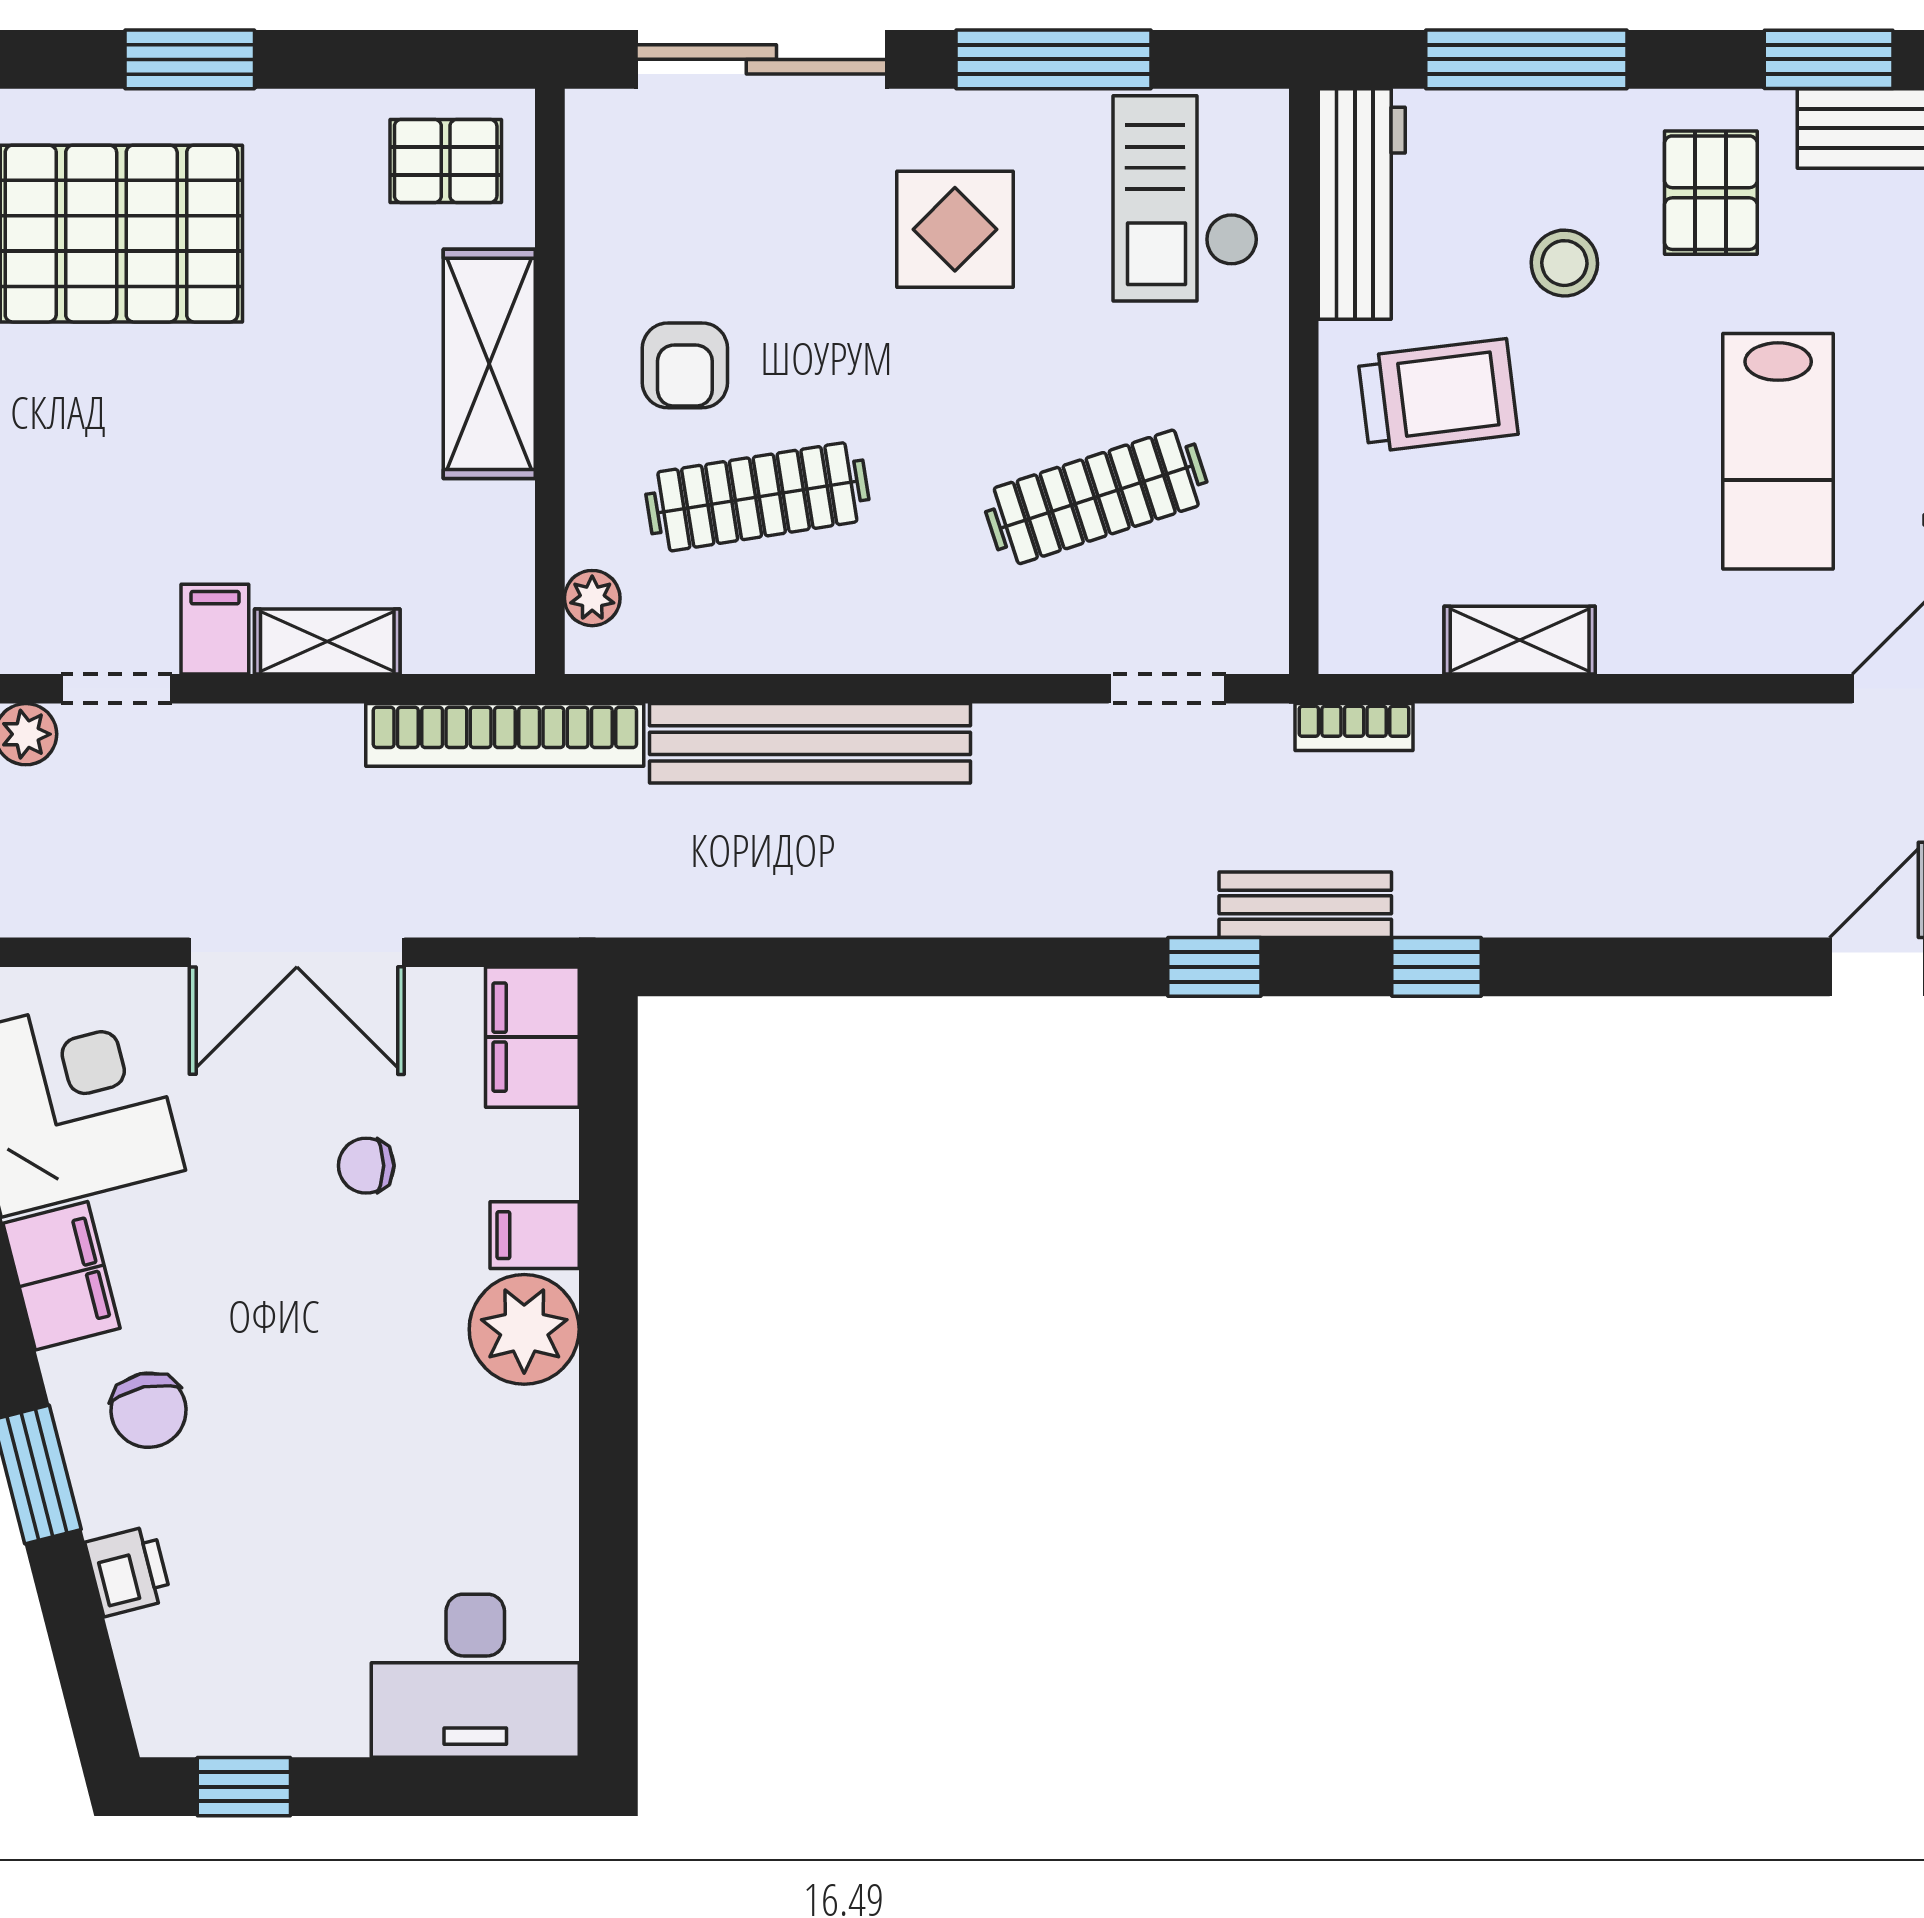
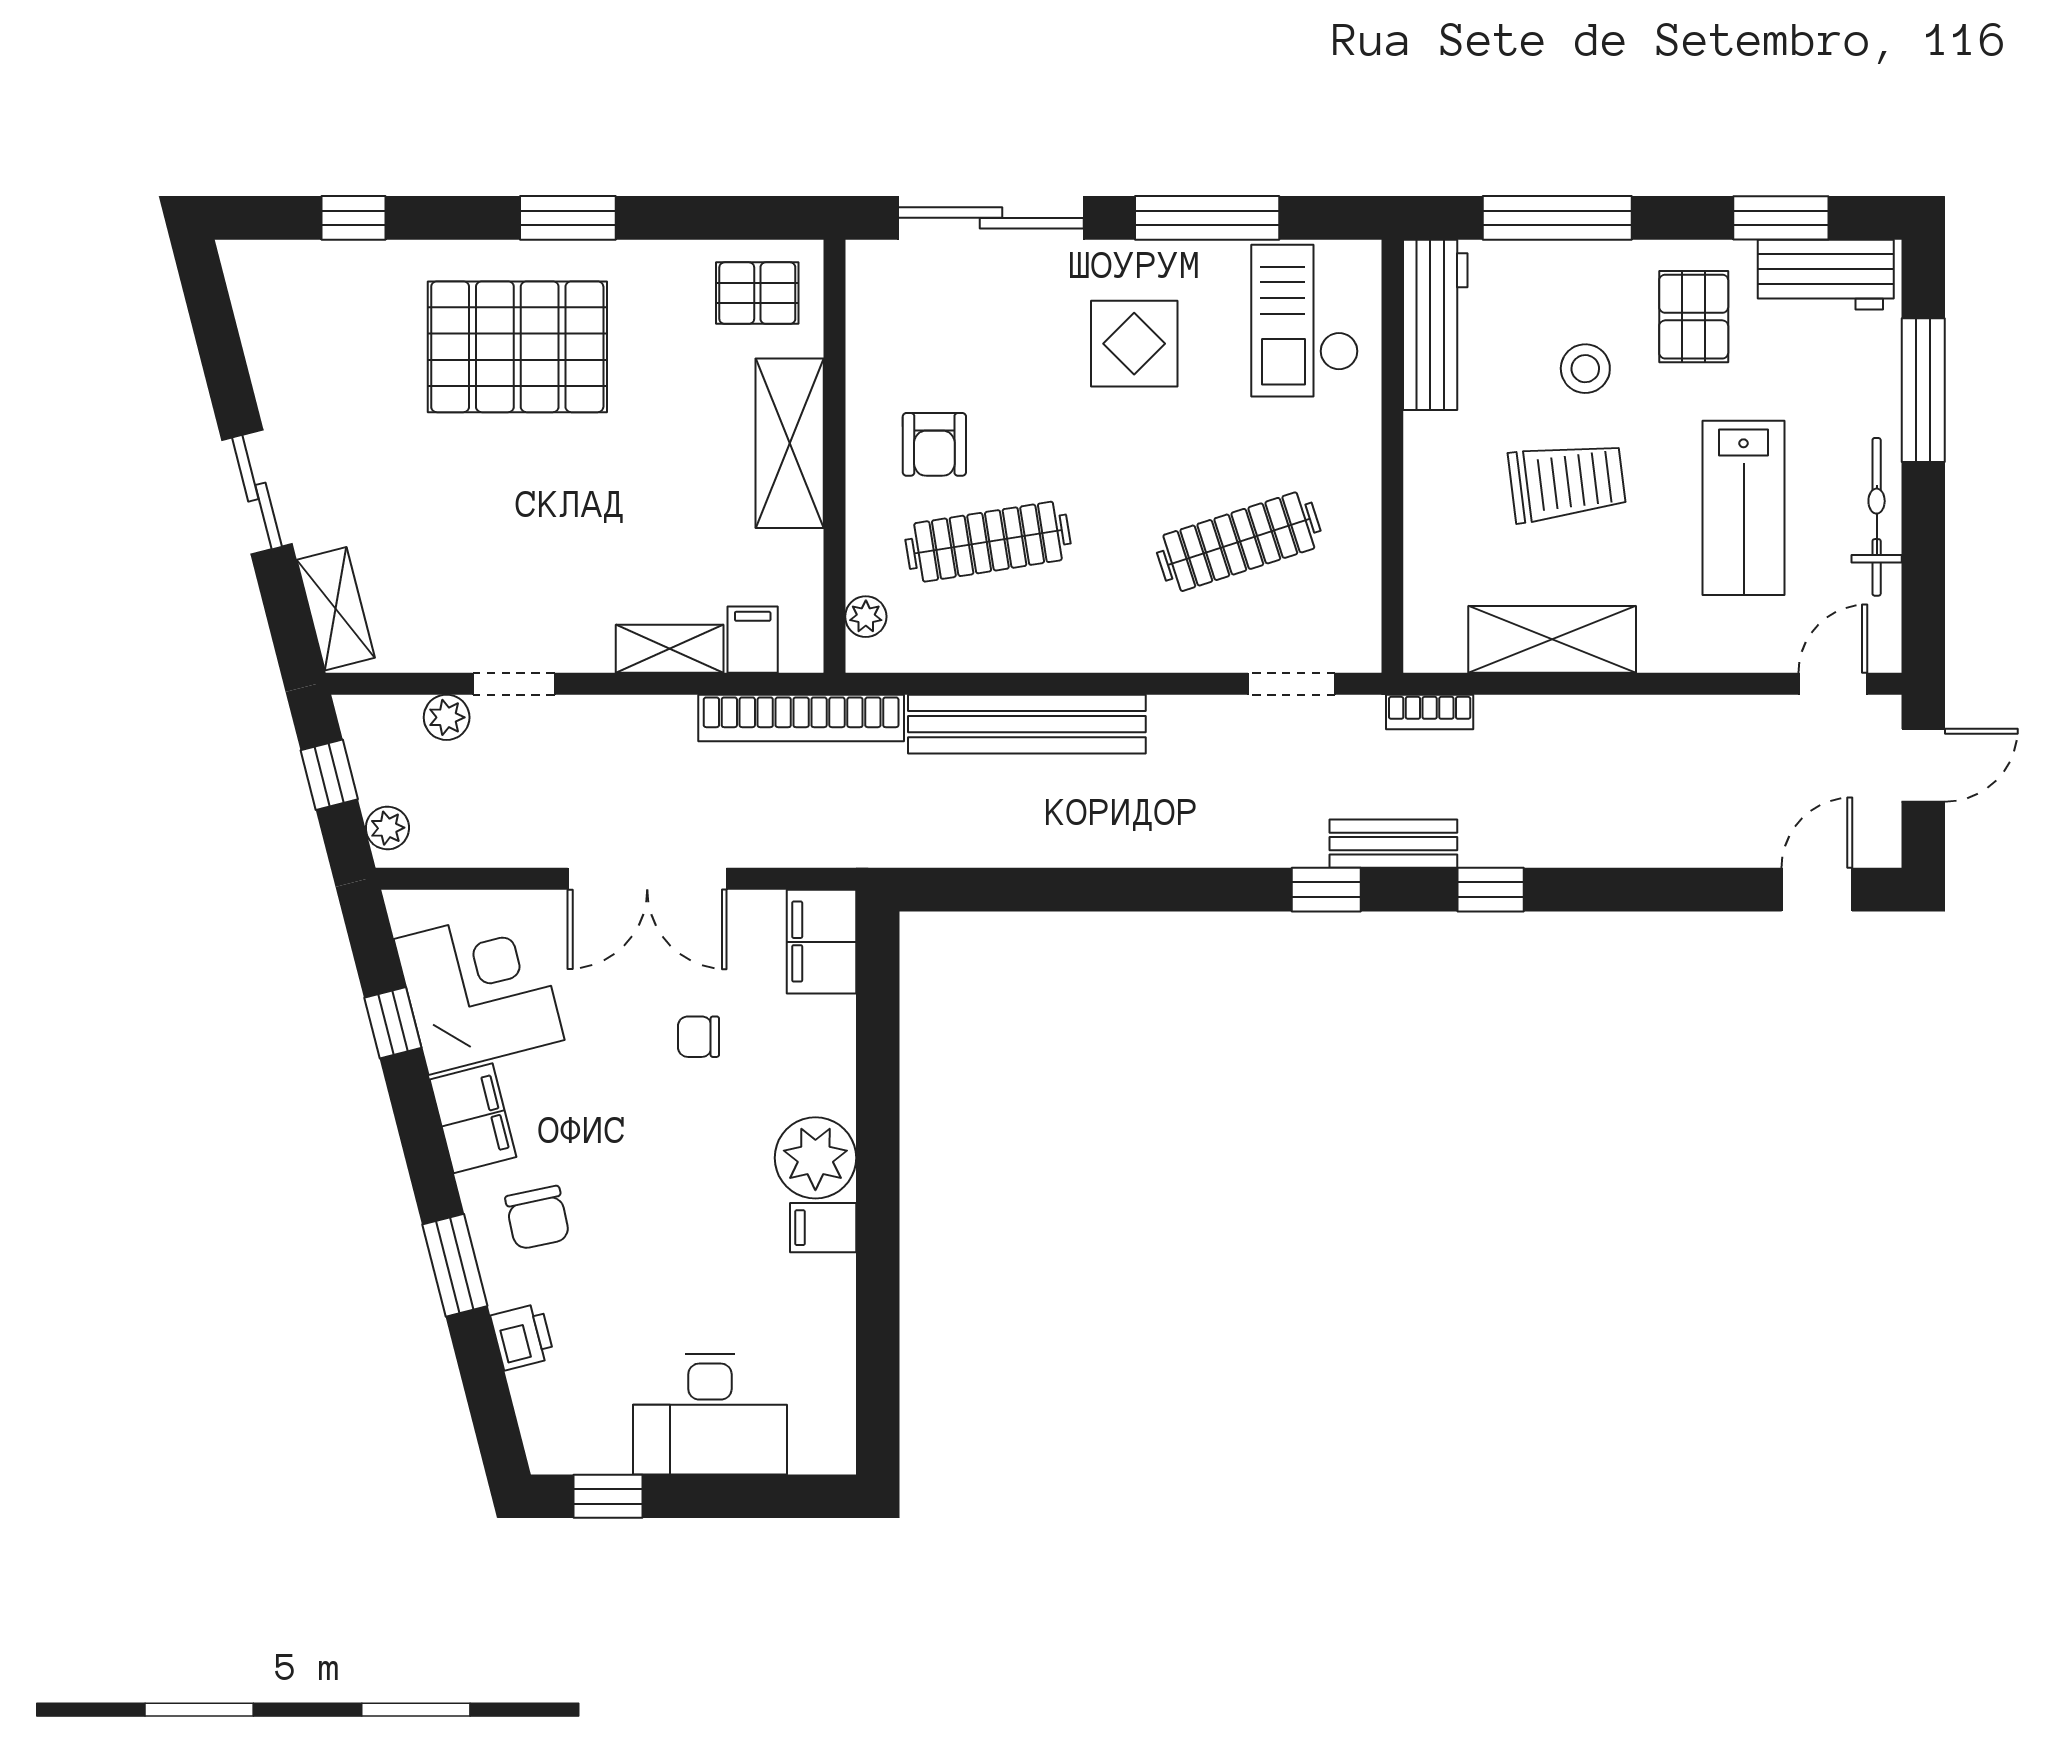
trolley: (1438, 395) -> (1567, 482), moved
filing cabinet: (215, 629) -> (753, 640), moved
shelving: (1520, 640) -> (1552, 639), width x1.50, depth x1.33
filing cabinet: (535, 1235) -> (823, 1228), moved
desk: (475, 1676) -> (710, 1414), moved

